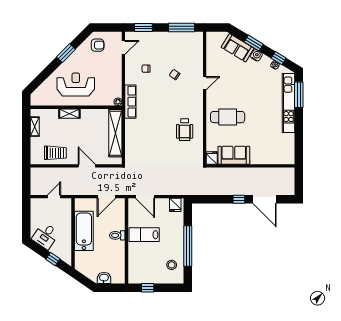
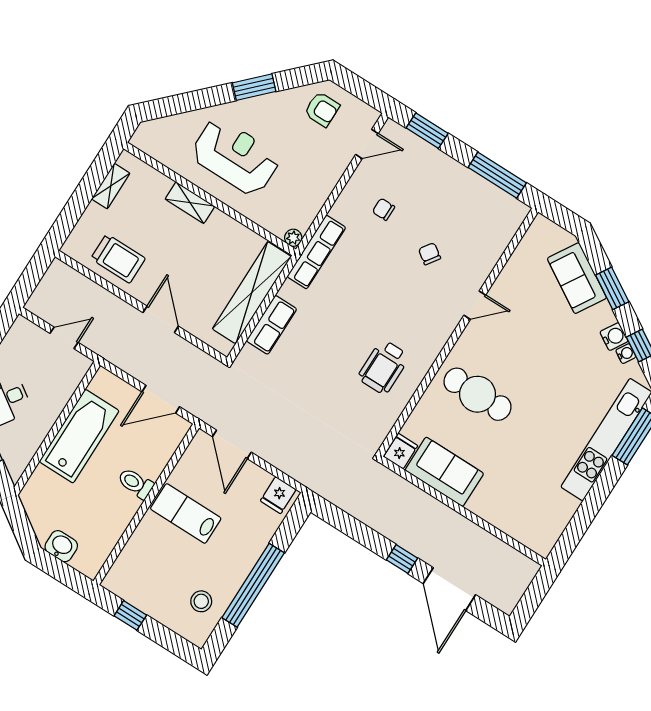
water cooler: (256, 55) -> (614, 337), moved
row of seats: (131, 141) -> (272, 325), added

